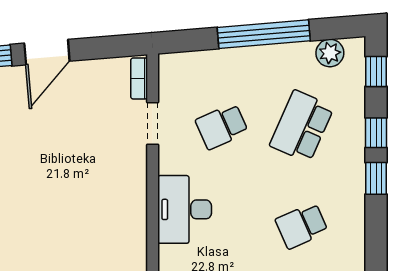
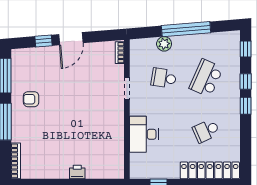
plant: (330, 53) -> (164, 44), moved
doorway: (153, 124) -> (127, 88), moved
school desk: (222, 126) -> (164, 78), turned 33
desk: (185, 209) -> (144, 134), moved

